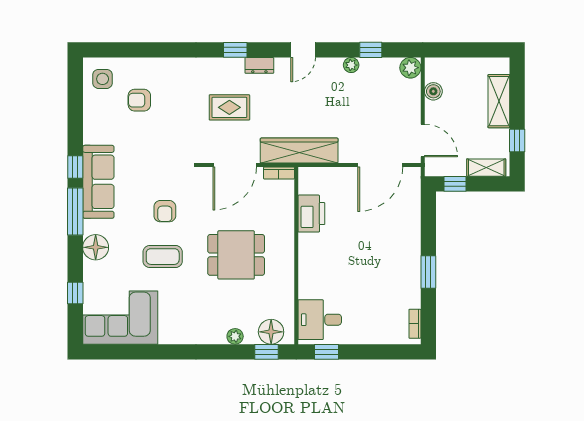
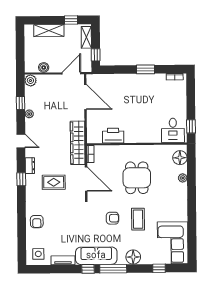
armchair: (139, 100) -> (37, 222), moved
rug: (229, 107) -> (54, 182), turned 90
tv unit: (91, 123) -> (63, 260), added
window: (267, 352) -> (191, 160), removed

